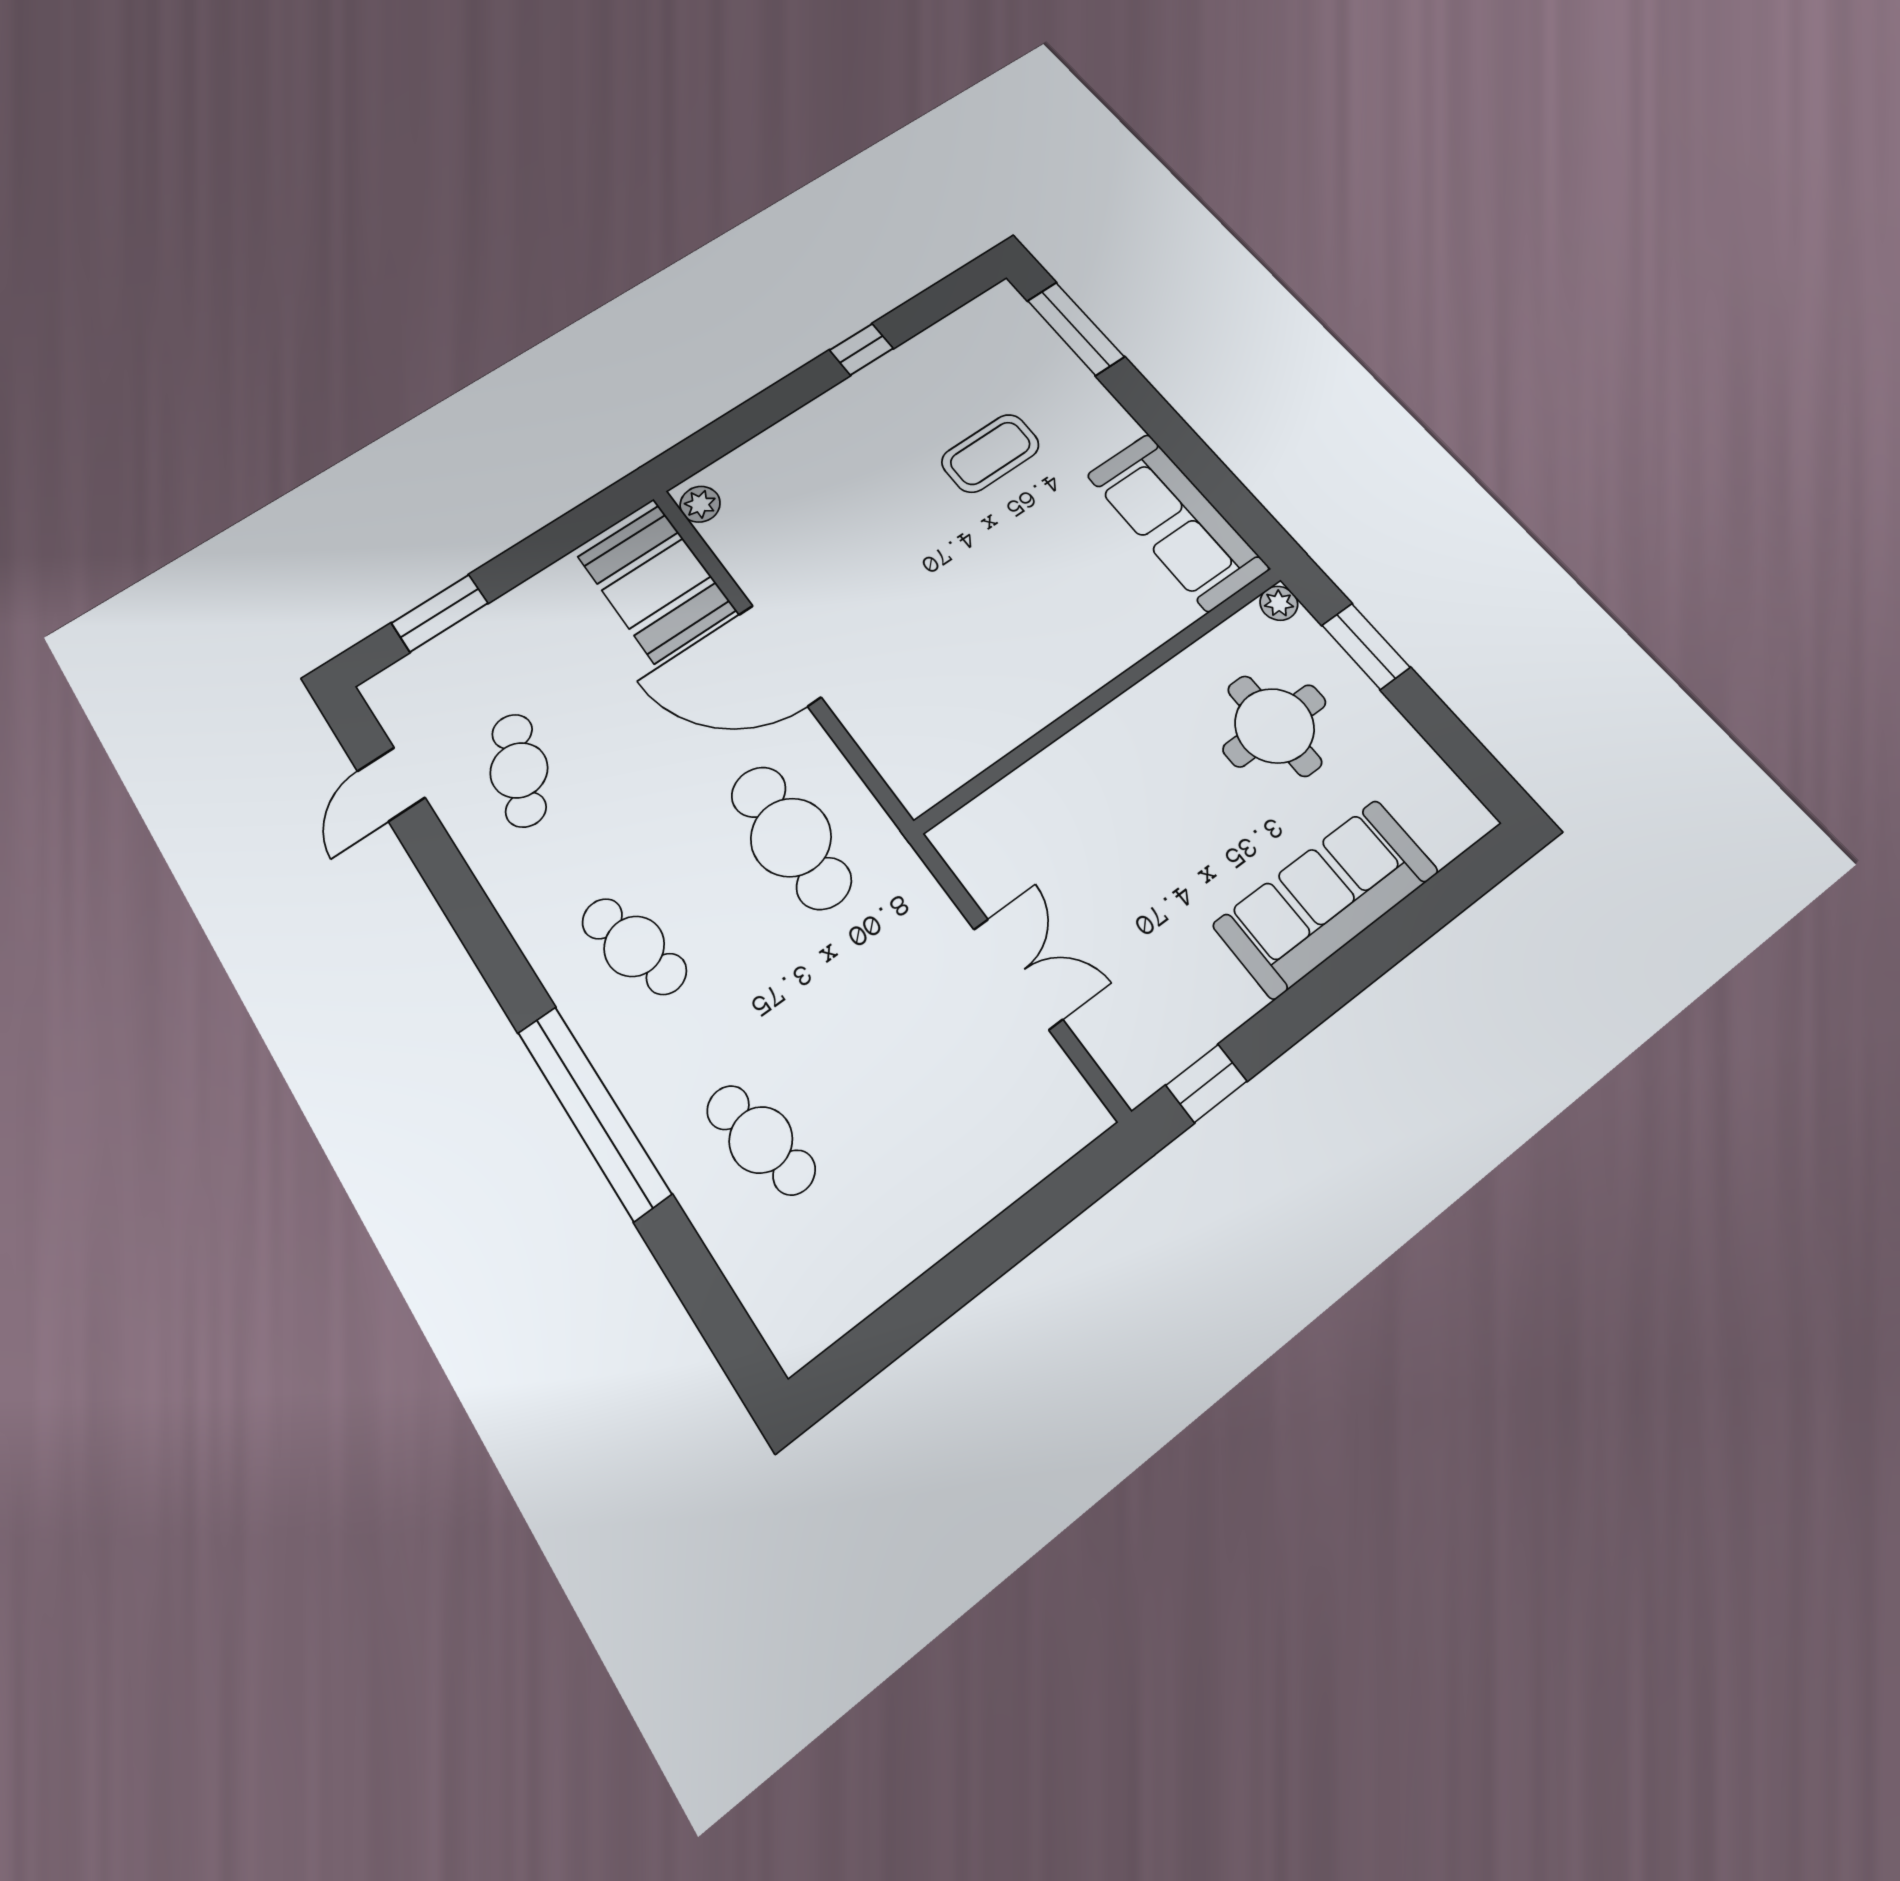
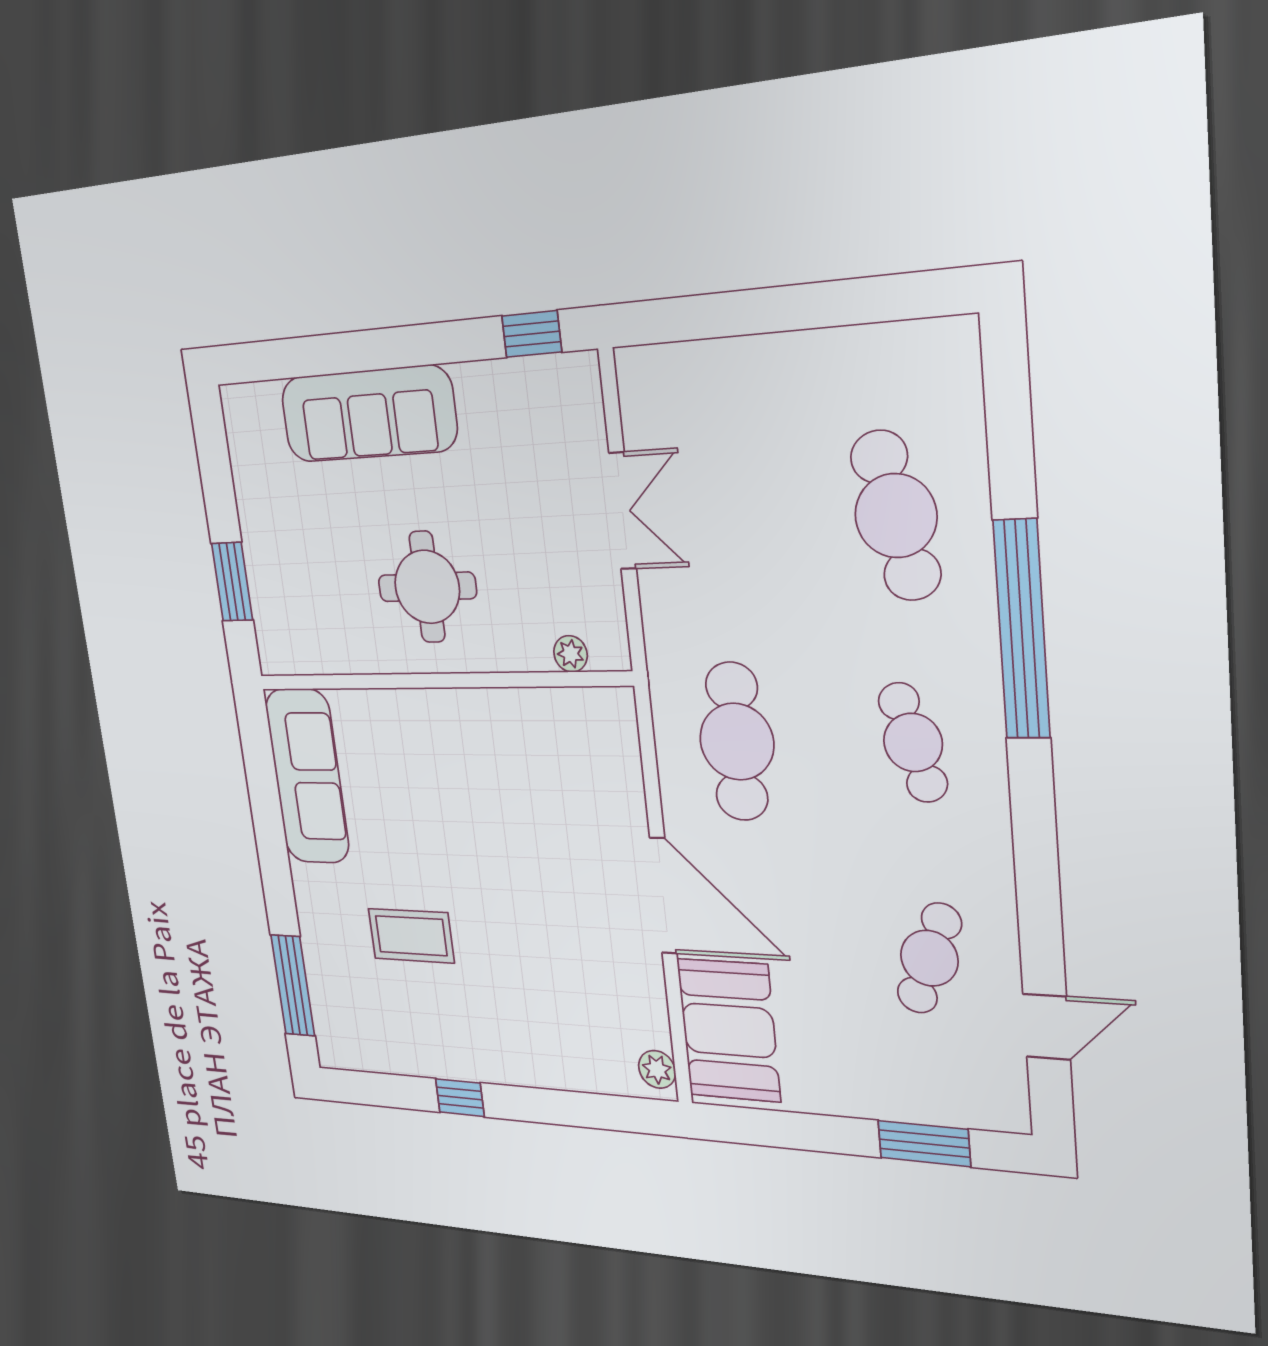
plant: (1279, 603) -> (571, 654), moved
round table: (1274, 726) -> (427, 587), moved
double door: (1018, 974) -> (623, 511), swing flipped
cafe table: (761, 1140) -> (896, 516), width x1.37, depth x1.35

